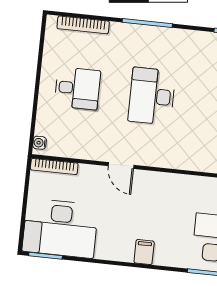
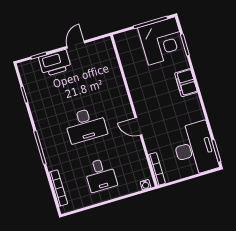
desk: (77, 88) -> (100, 175), turned 180
door: (121, 166) -> (138, 126), swing flipped
filing cabinet: (144, 252) -> (186, 83), width x2.00

